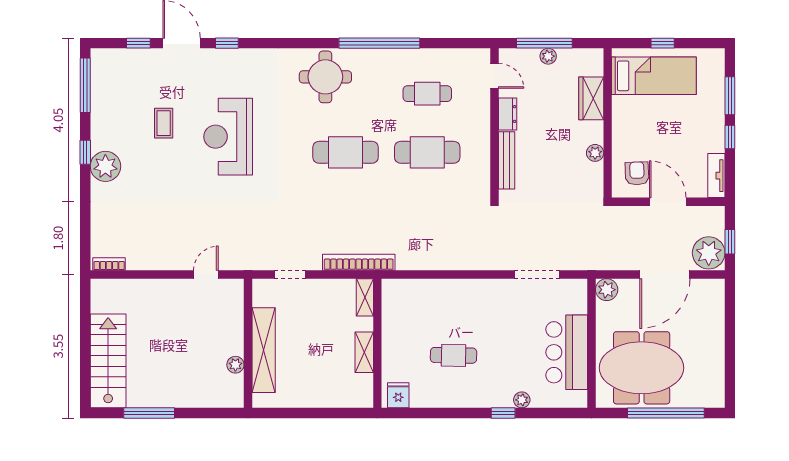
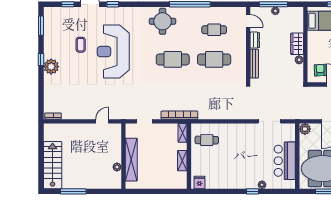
window: (85, 85) -> (41, 26), width x0.69
wardrobe: (591, 98) -> (297, 44), moved
reception desk: (228, 137) -> (113, 52), width x1.36, depth x1.30
cafe table: (454, 355) -> (207, 140), moved

